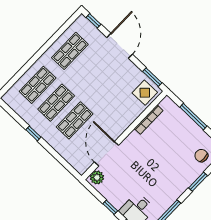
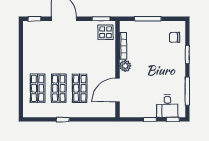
shop shelf: (70, 51) -> (38, 50), removed
door: (107, 154) -> (117, 90), hinge flipped
plant: (97, 177) -> (125, 66), moved

